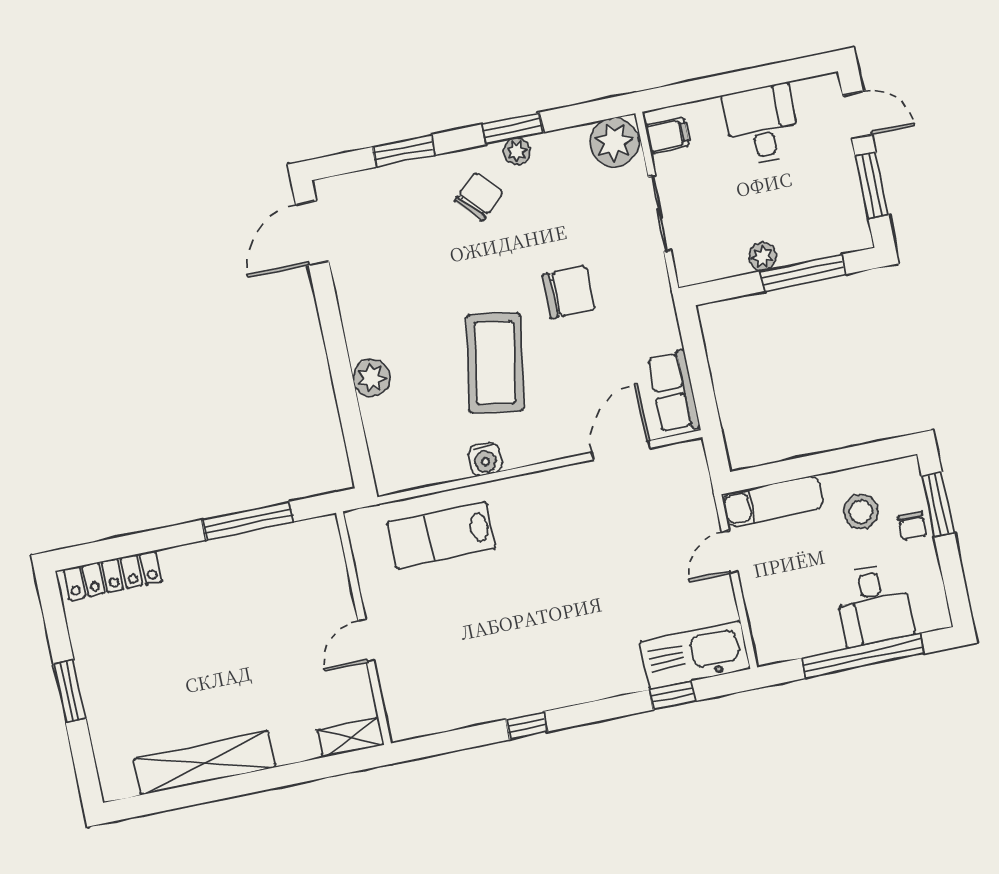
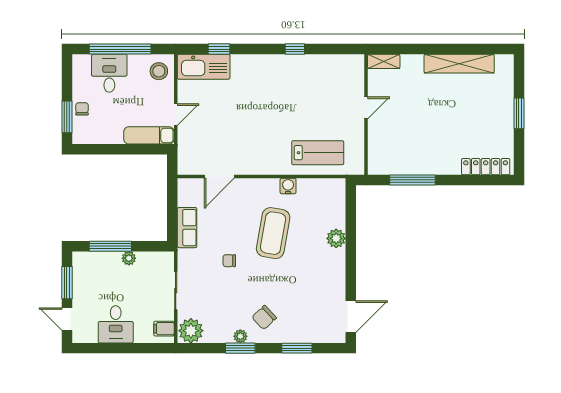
chair: (568, 292) -> (229, 261), width x0.54, depth x0.54
row of seats: (674, 392) -> (187, 228), moved
stool: (861, 512) -> (159, 71), moved

